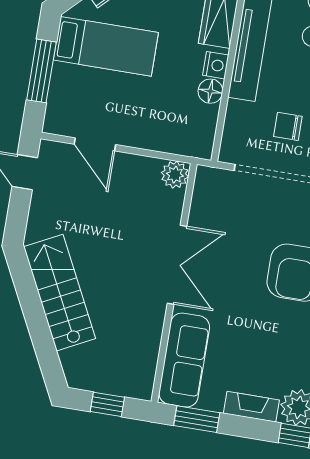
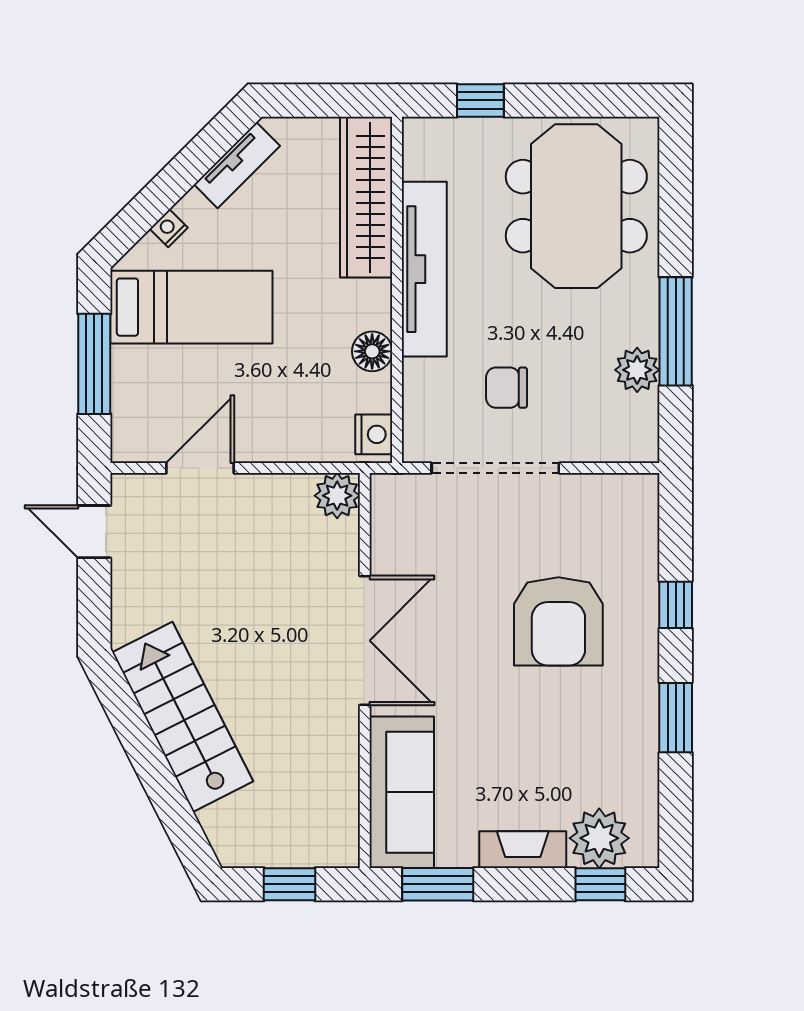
nightstand: (216, 65) -> (374, 434), moved
door: (95, 144) -> (200, 468), swing flipped

